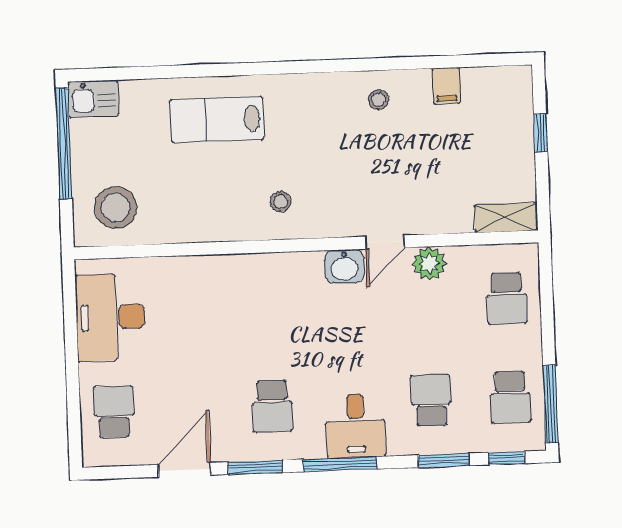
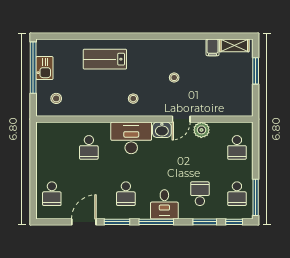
kitchen sink: (93, 99) -> (44, 68), moved, turned -90
stool: (378, 100) -> (174, 78), moved
window: (541, 133) -> (256, 71), width x1.50
stool: (116, 207) -> (56, 98), width x0.53, depth x0.53
shelving: (506, 218) -> (234, 45), moved
school desk: (189, 310) -> (89, 147), added
desk: (110, 317) -> (131, 138), moved, turned 90
school desk: (114, 412) -> (52, 194), turned 180

